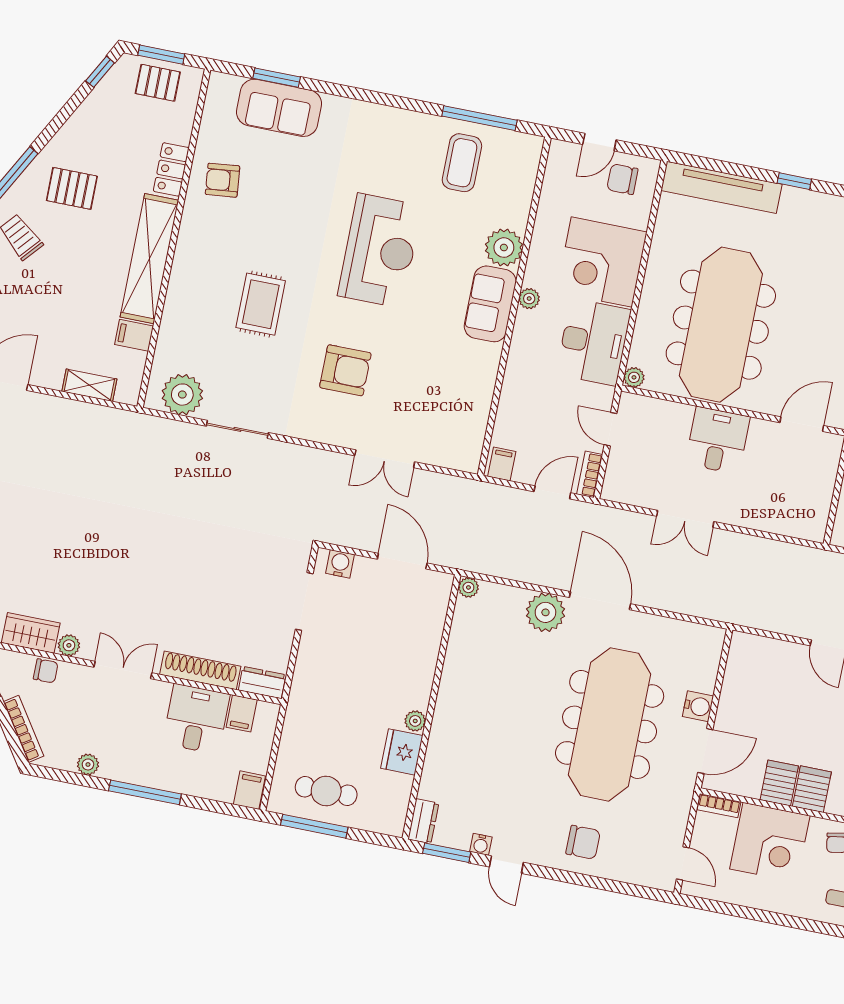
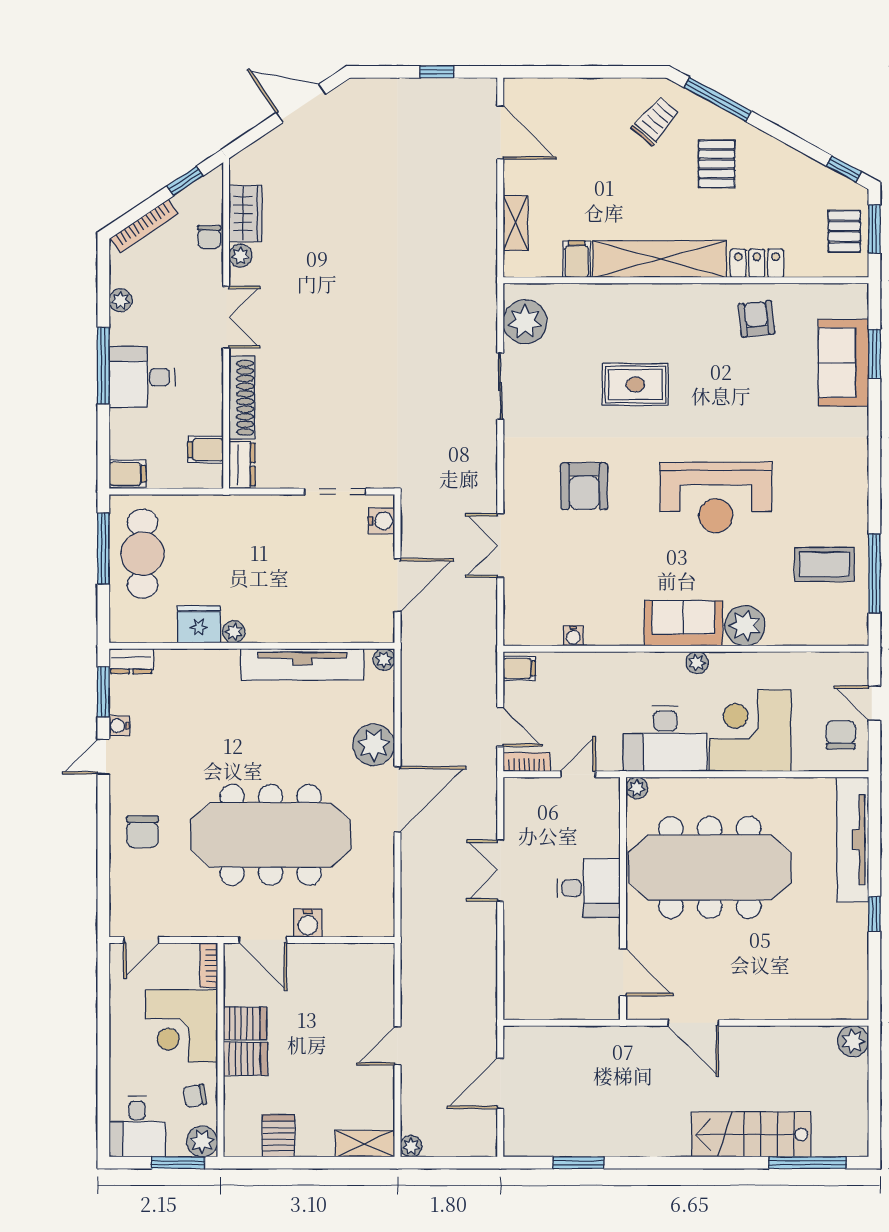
water cooler: (482, 408) -> (573, 636), added
tv unit: (458, 664) -> (302, 664), added
desk: (196, 719) -> (142, 377), moved, turned 180
cafe table: (326, 791) -> (142, 554), width x1.37, depth x1.35

